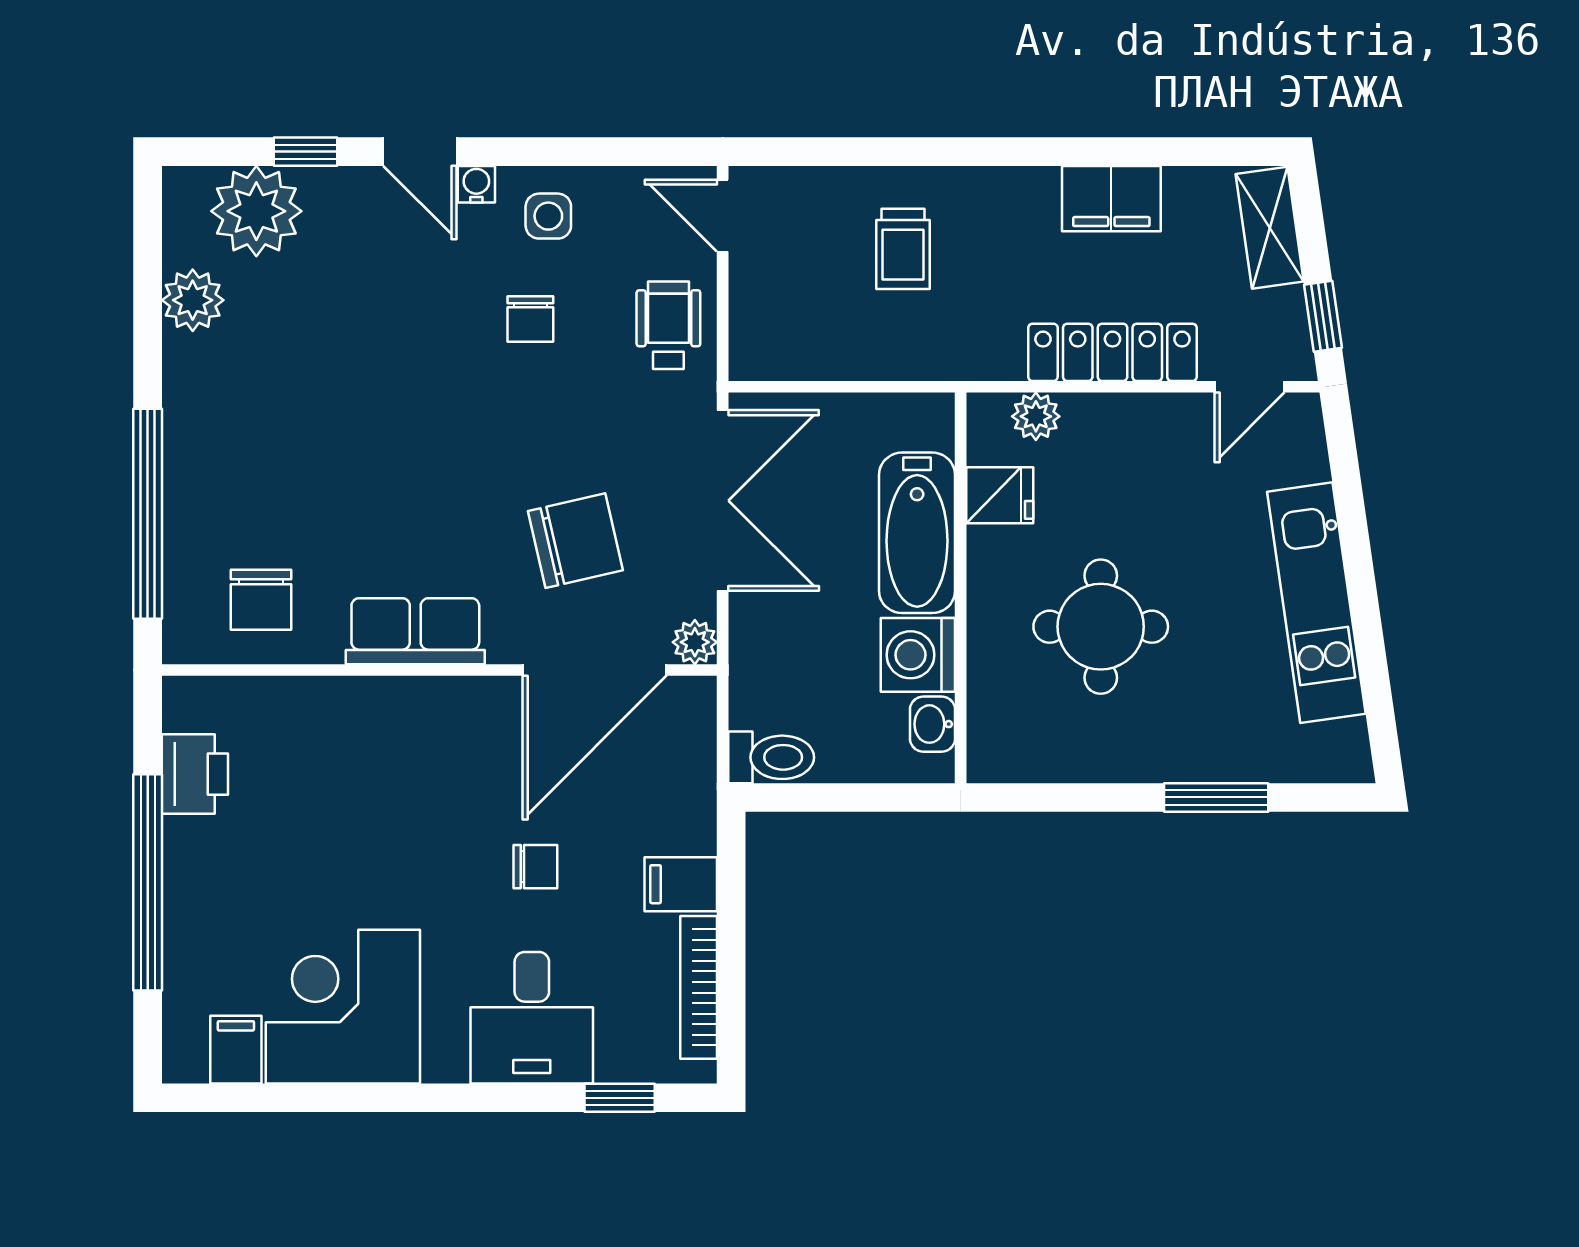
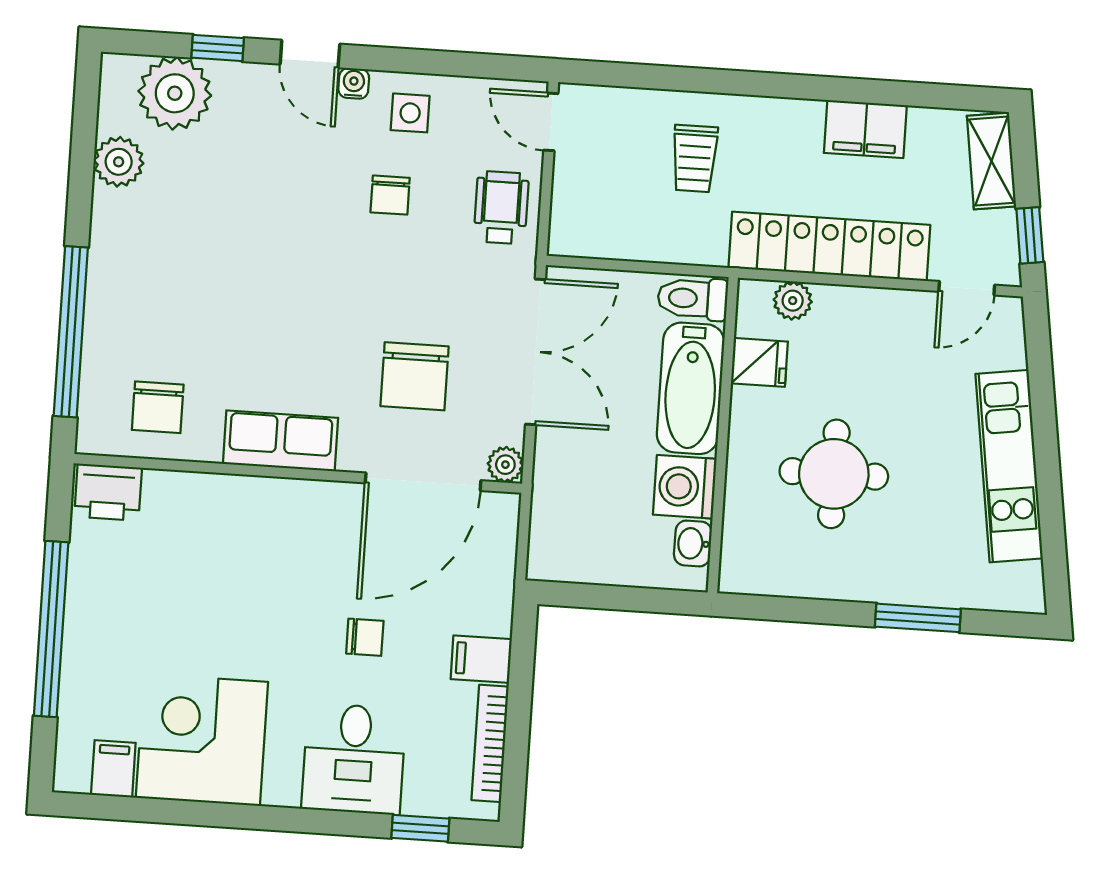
locker: (1112, 352) -> (829, 246), width x1.41, depth x1.21
chair: (575, 541) -> (415, 376), turned 103
toilet: (771, 757) -> (693, 299), moved, turned 180
printer: (195, 774) -> (108, 492), moved, turned 90

